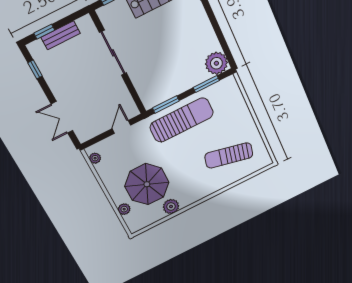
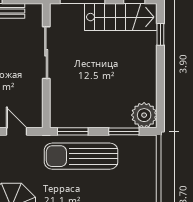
sun lounger: (182, 120) -> (81, 156), turned 180
door: (121, 127) -> (17, 131), hinge flipped

